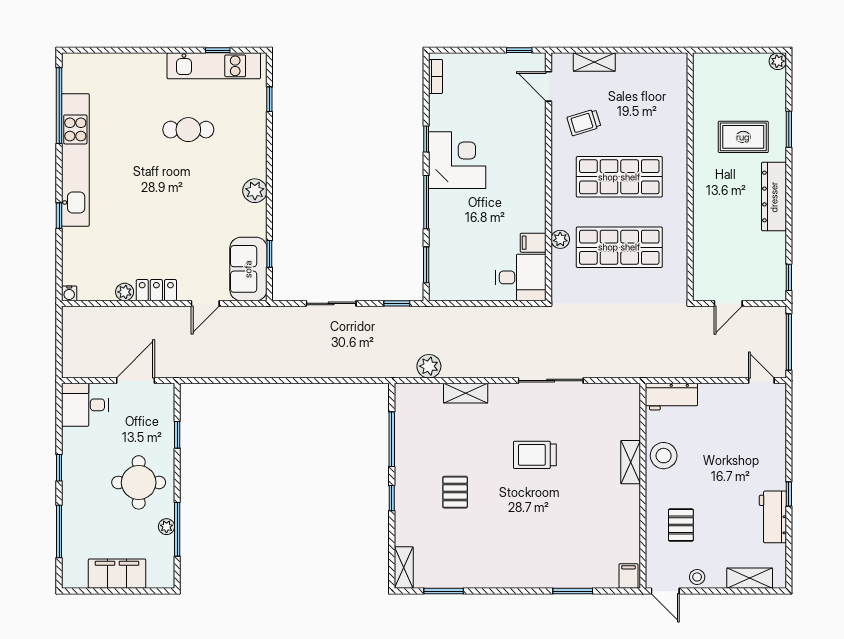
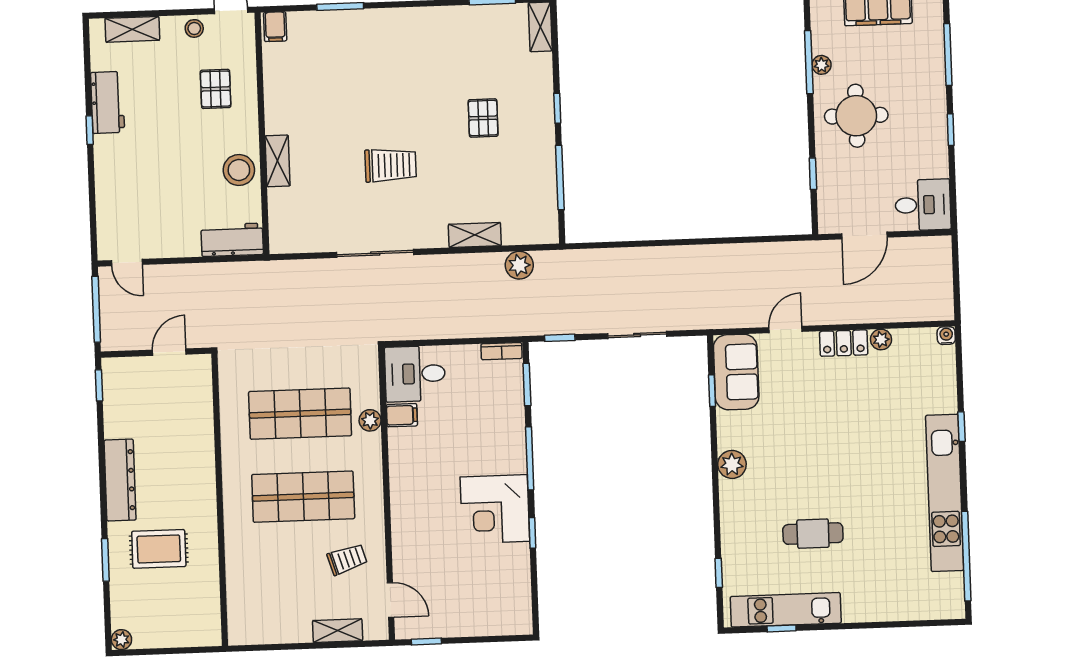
bookcase: (436, 76) -> (502, 351), moved, turned -90

